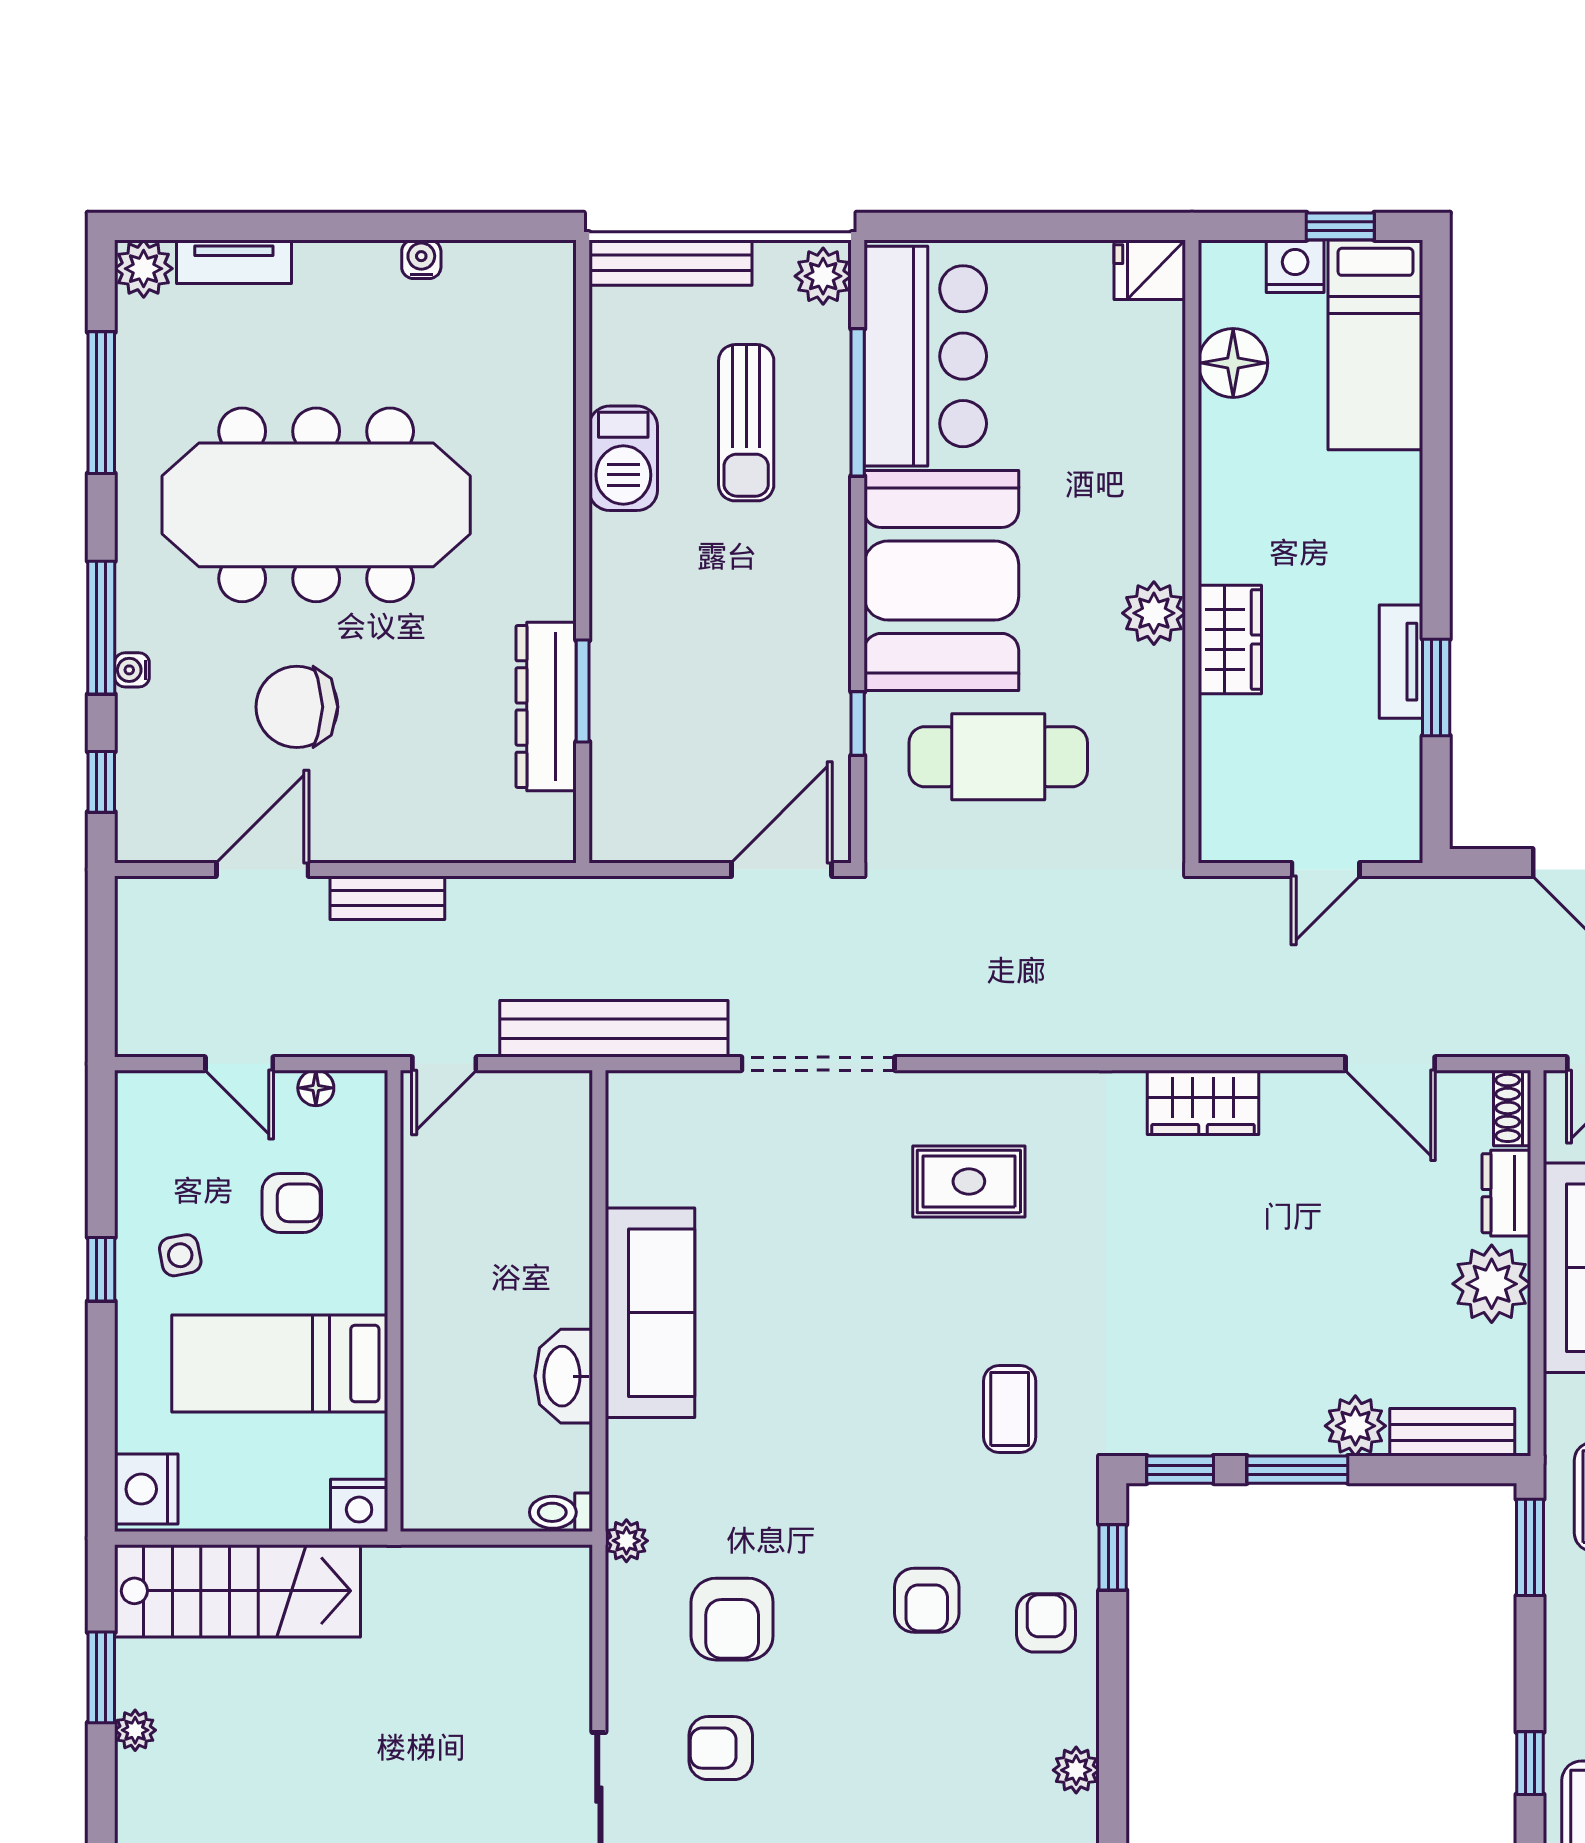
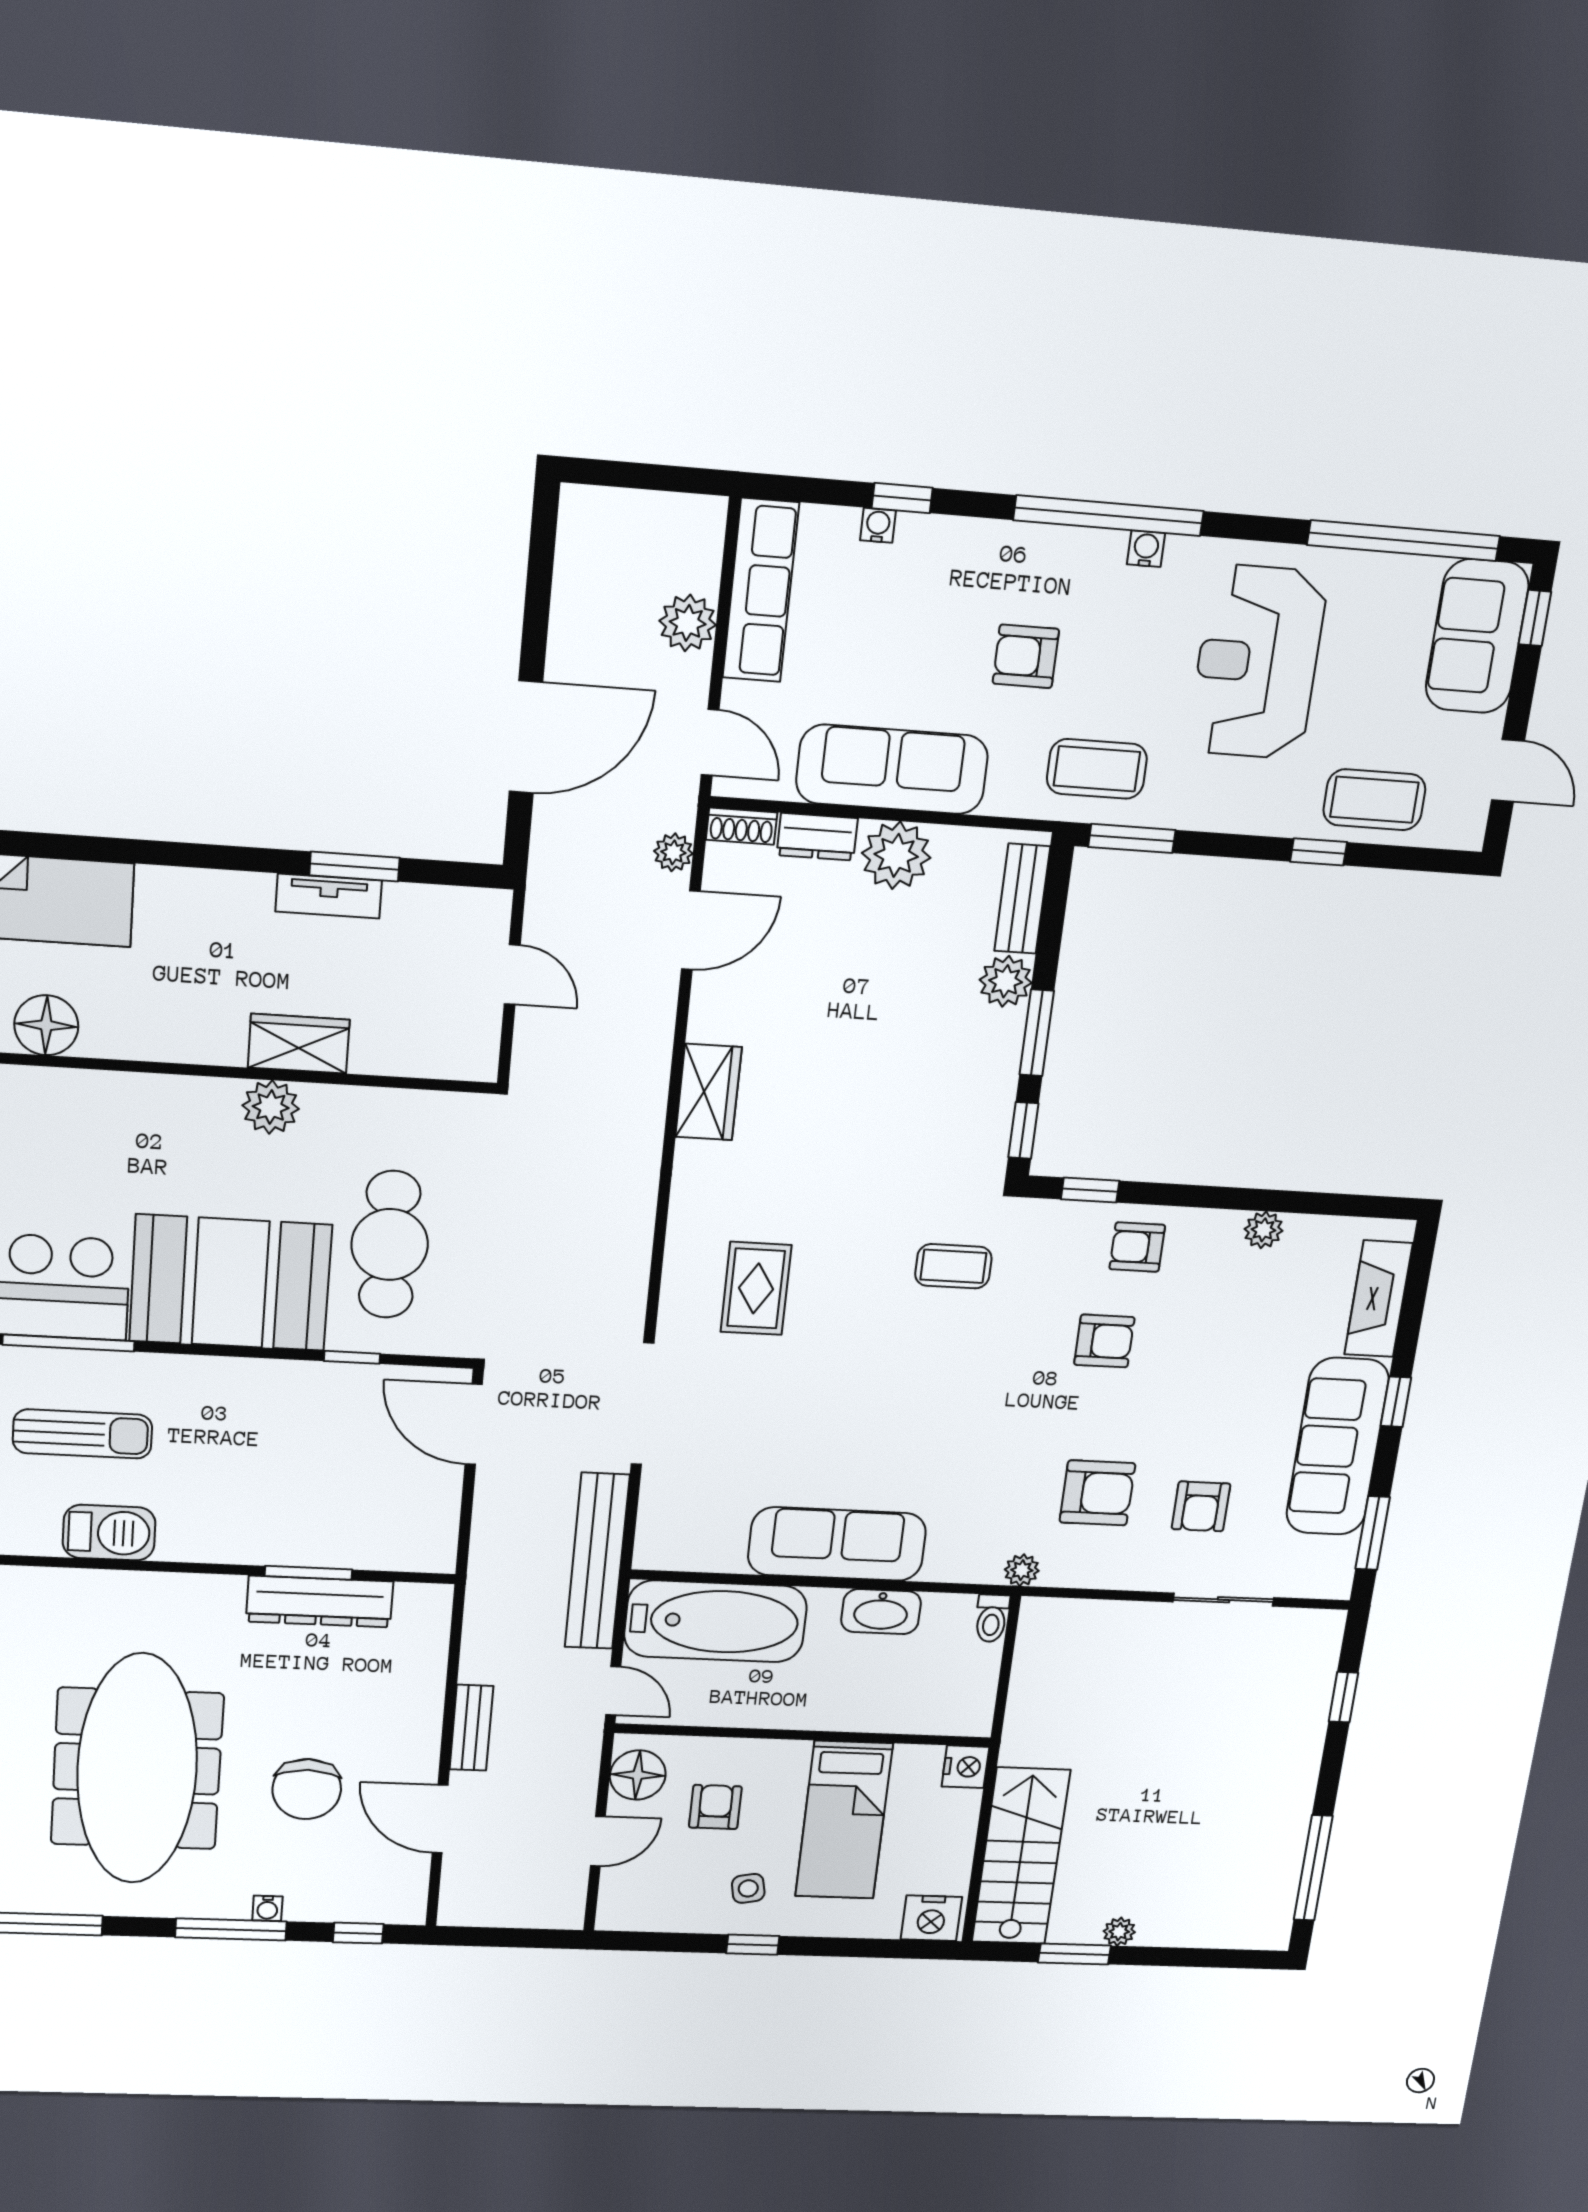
plant: (1477, 1035) -> (673, 852), added
floor lamp: (316, 1088) -> (638, 1775), width x1.89, depth x1.89
bathtub: (542, 1178) -> (716, 1621), added

